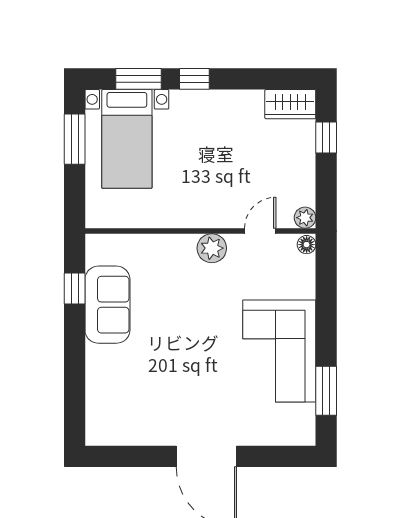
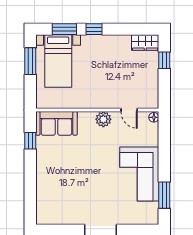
plant: (305, 218) -> (153, 103), removed
door: (260, 231) -> (129, 110), swing flipped
sofa: (107, 305) -> (56, 123), moved, turned 90

